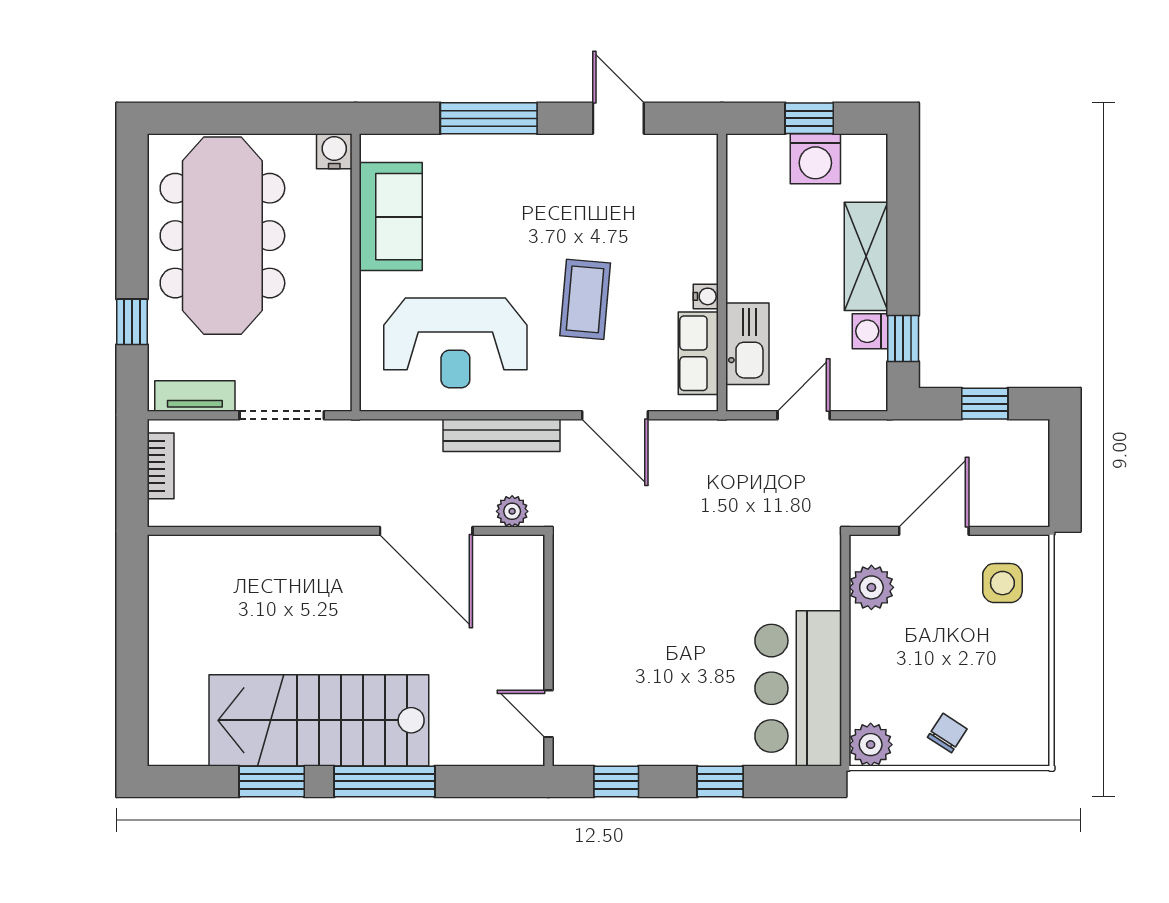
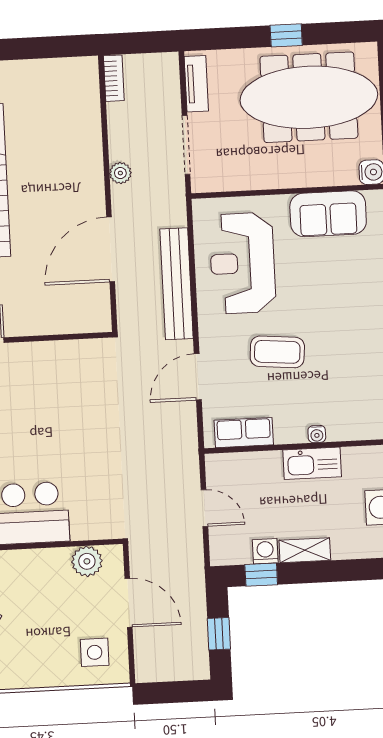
shelving: (866, 256) -> (305, 550), width x0.67, depth x0.75
water cooler: (706, 296) -> (317, 434), moved
window: (132, 322) -> (286, 35), moved
kitchen sink: (747, 344) -> (312, 463), moved
bench: (502, 435) -> (177, 284), width x1.37, depth x1.21
bookcase: (161, 466) -> (114, 78), moved, turned -90
plant: (512, 511) -> (120, 173), moved

